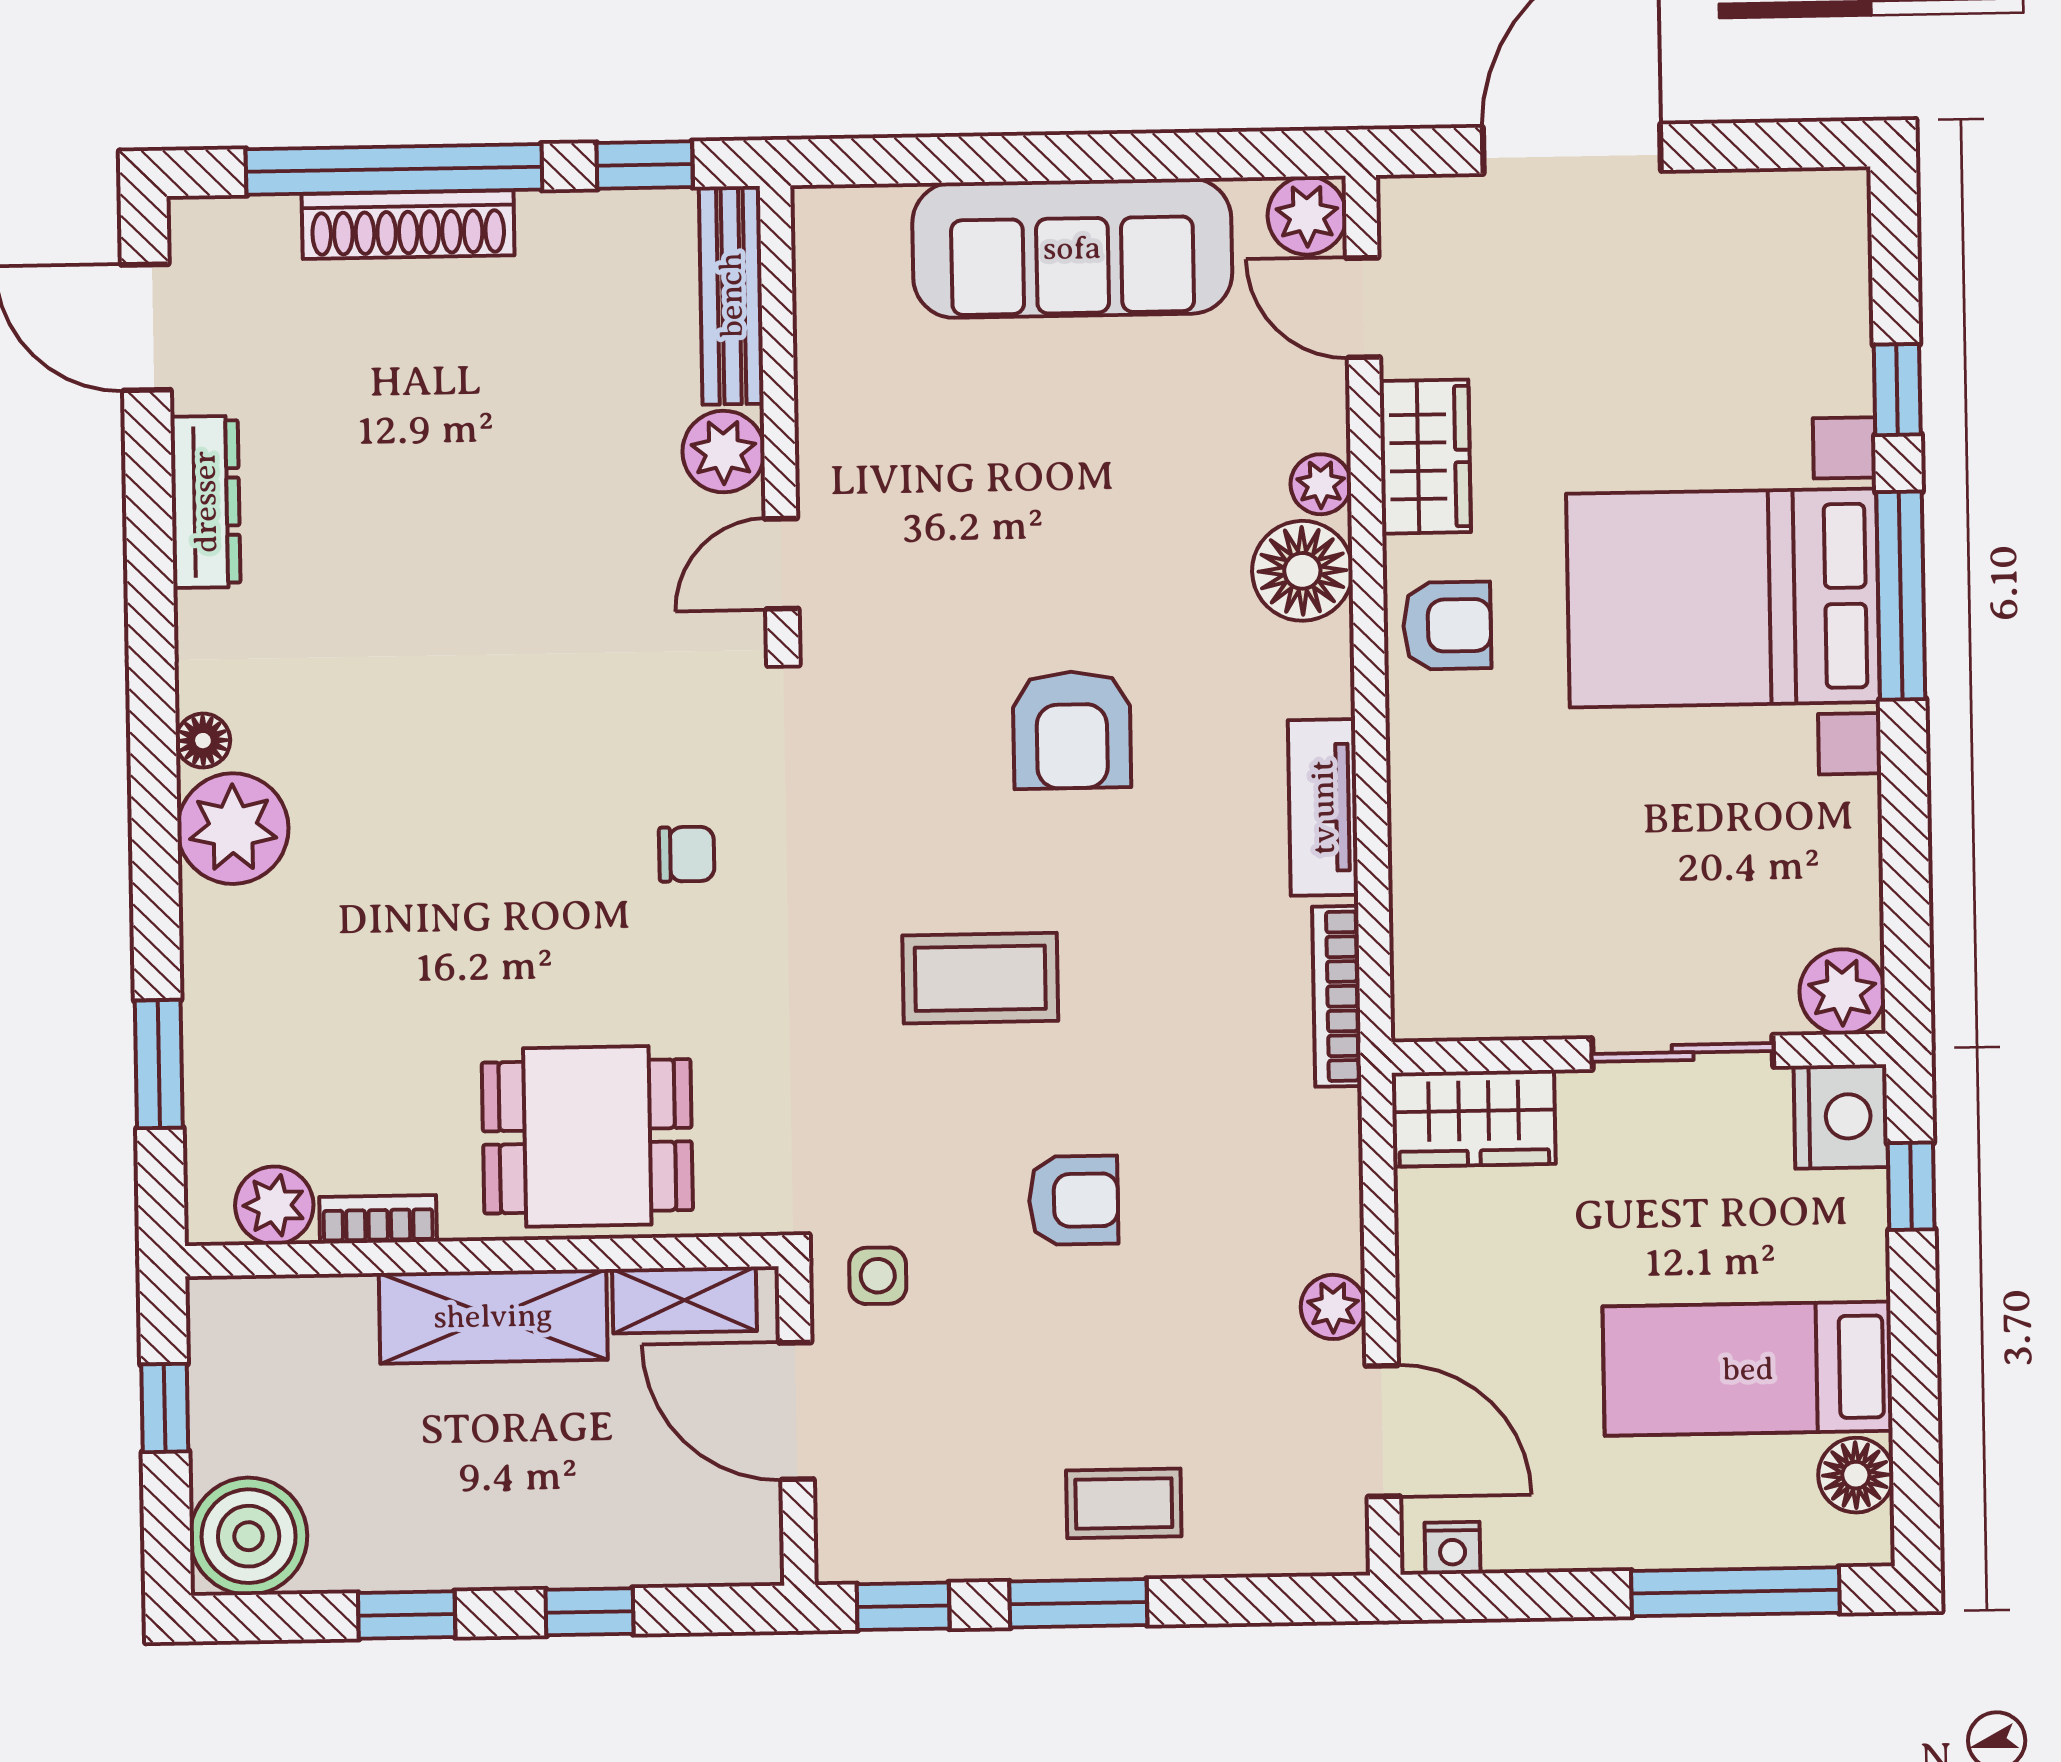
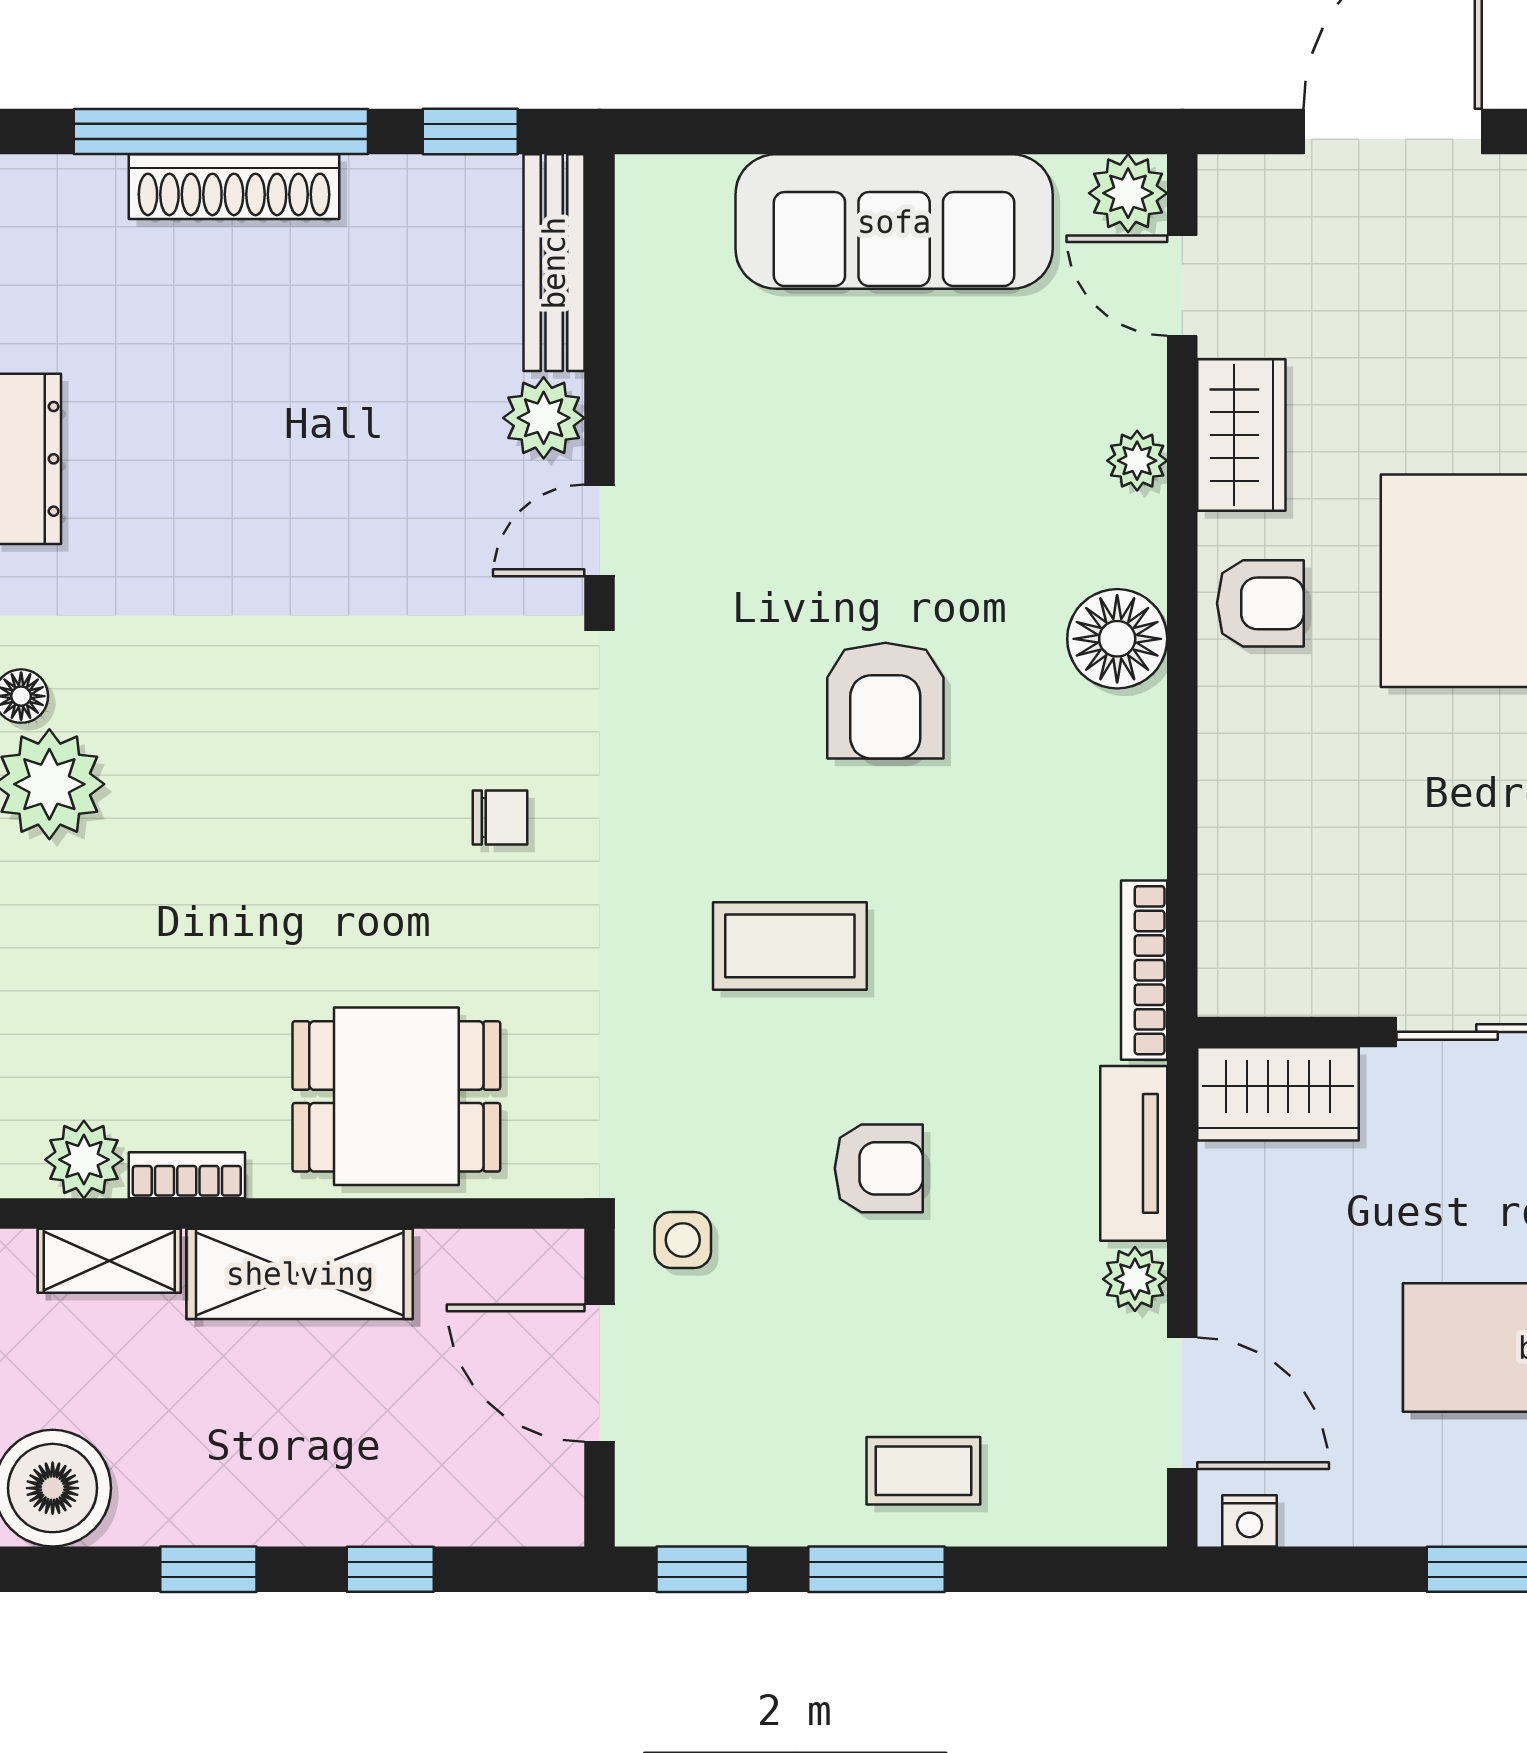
floor lamp: (1302, 571) -> (1117, 639), moved
tv unit: (1323, 807) -> (1134, 1153), moved
shelving: (684, 1300) -> (109, 1261), moved

